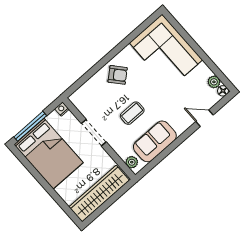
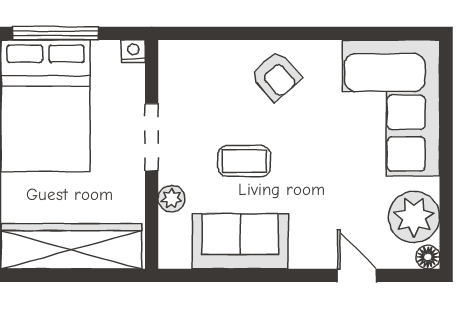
plant: (214, 82) -> (414, 217), width x1.88, depth x1.88
plant: (132, 162) -> (172, 199), moved

